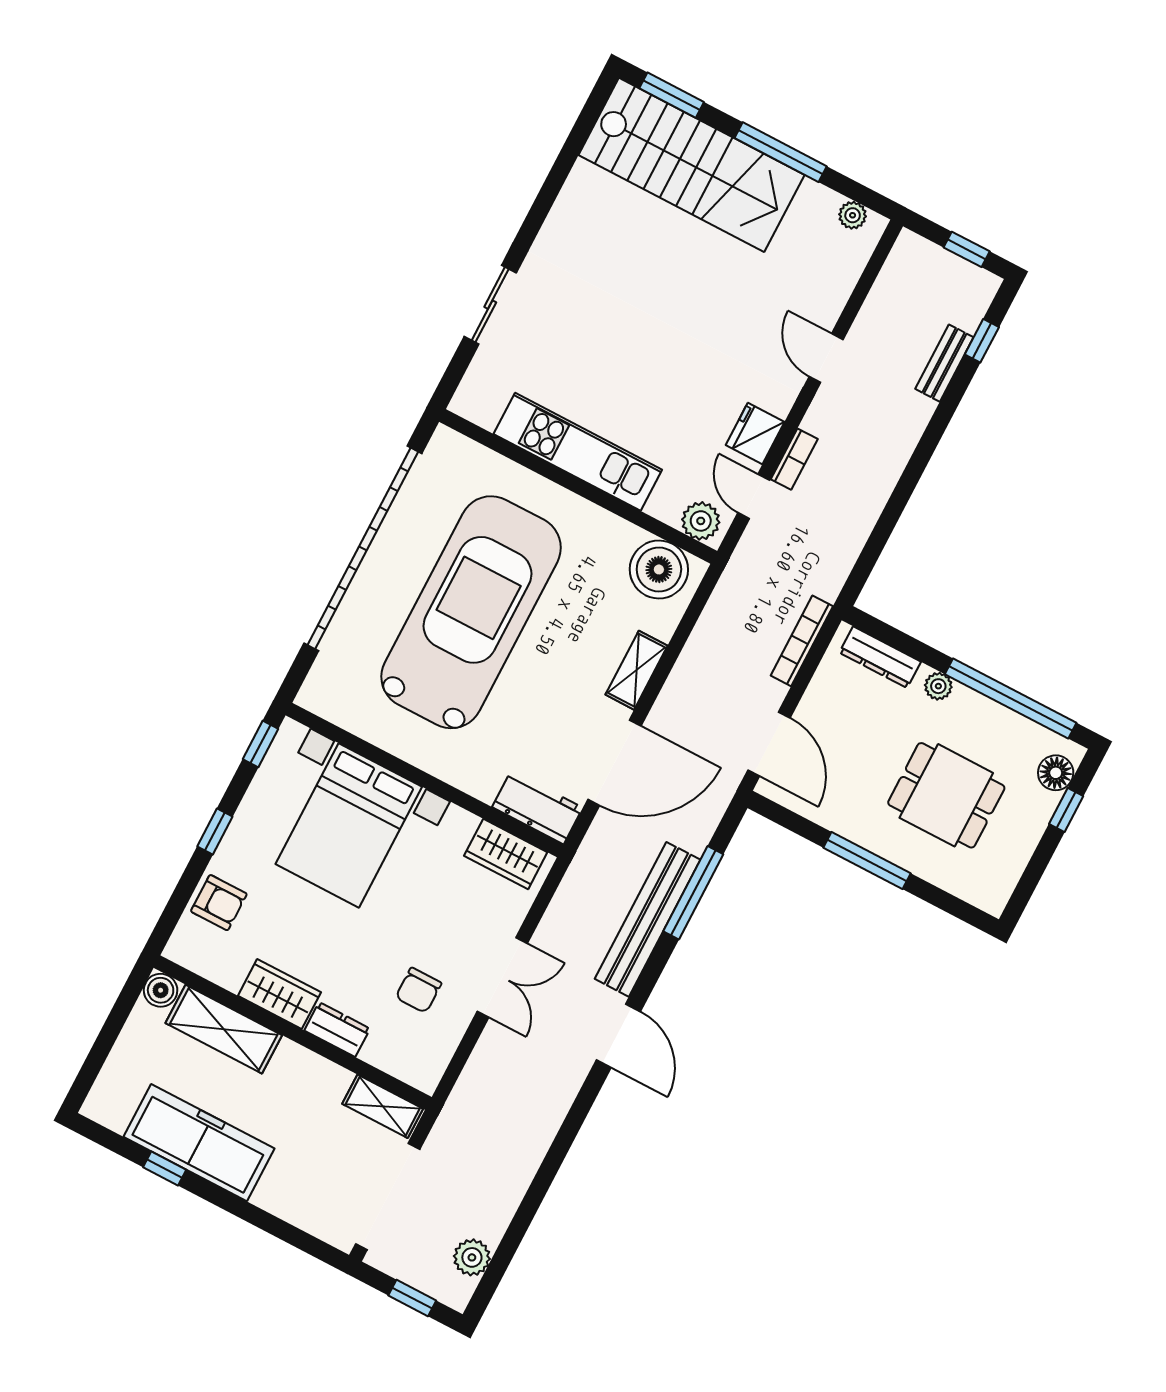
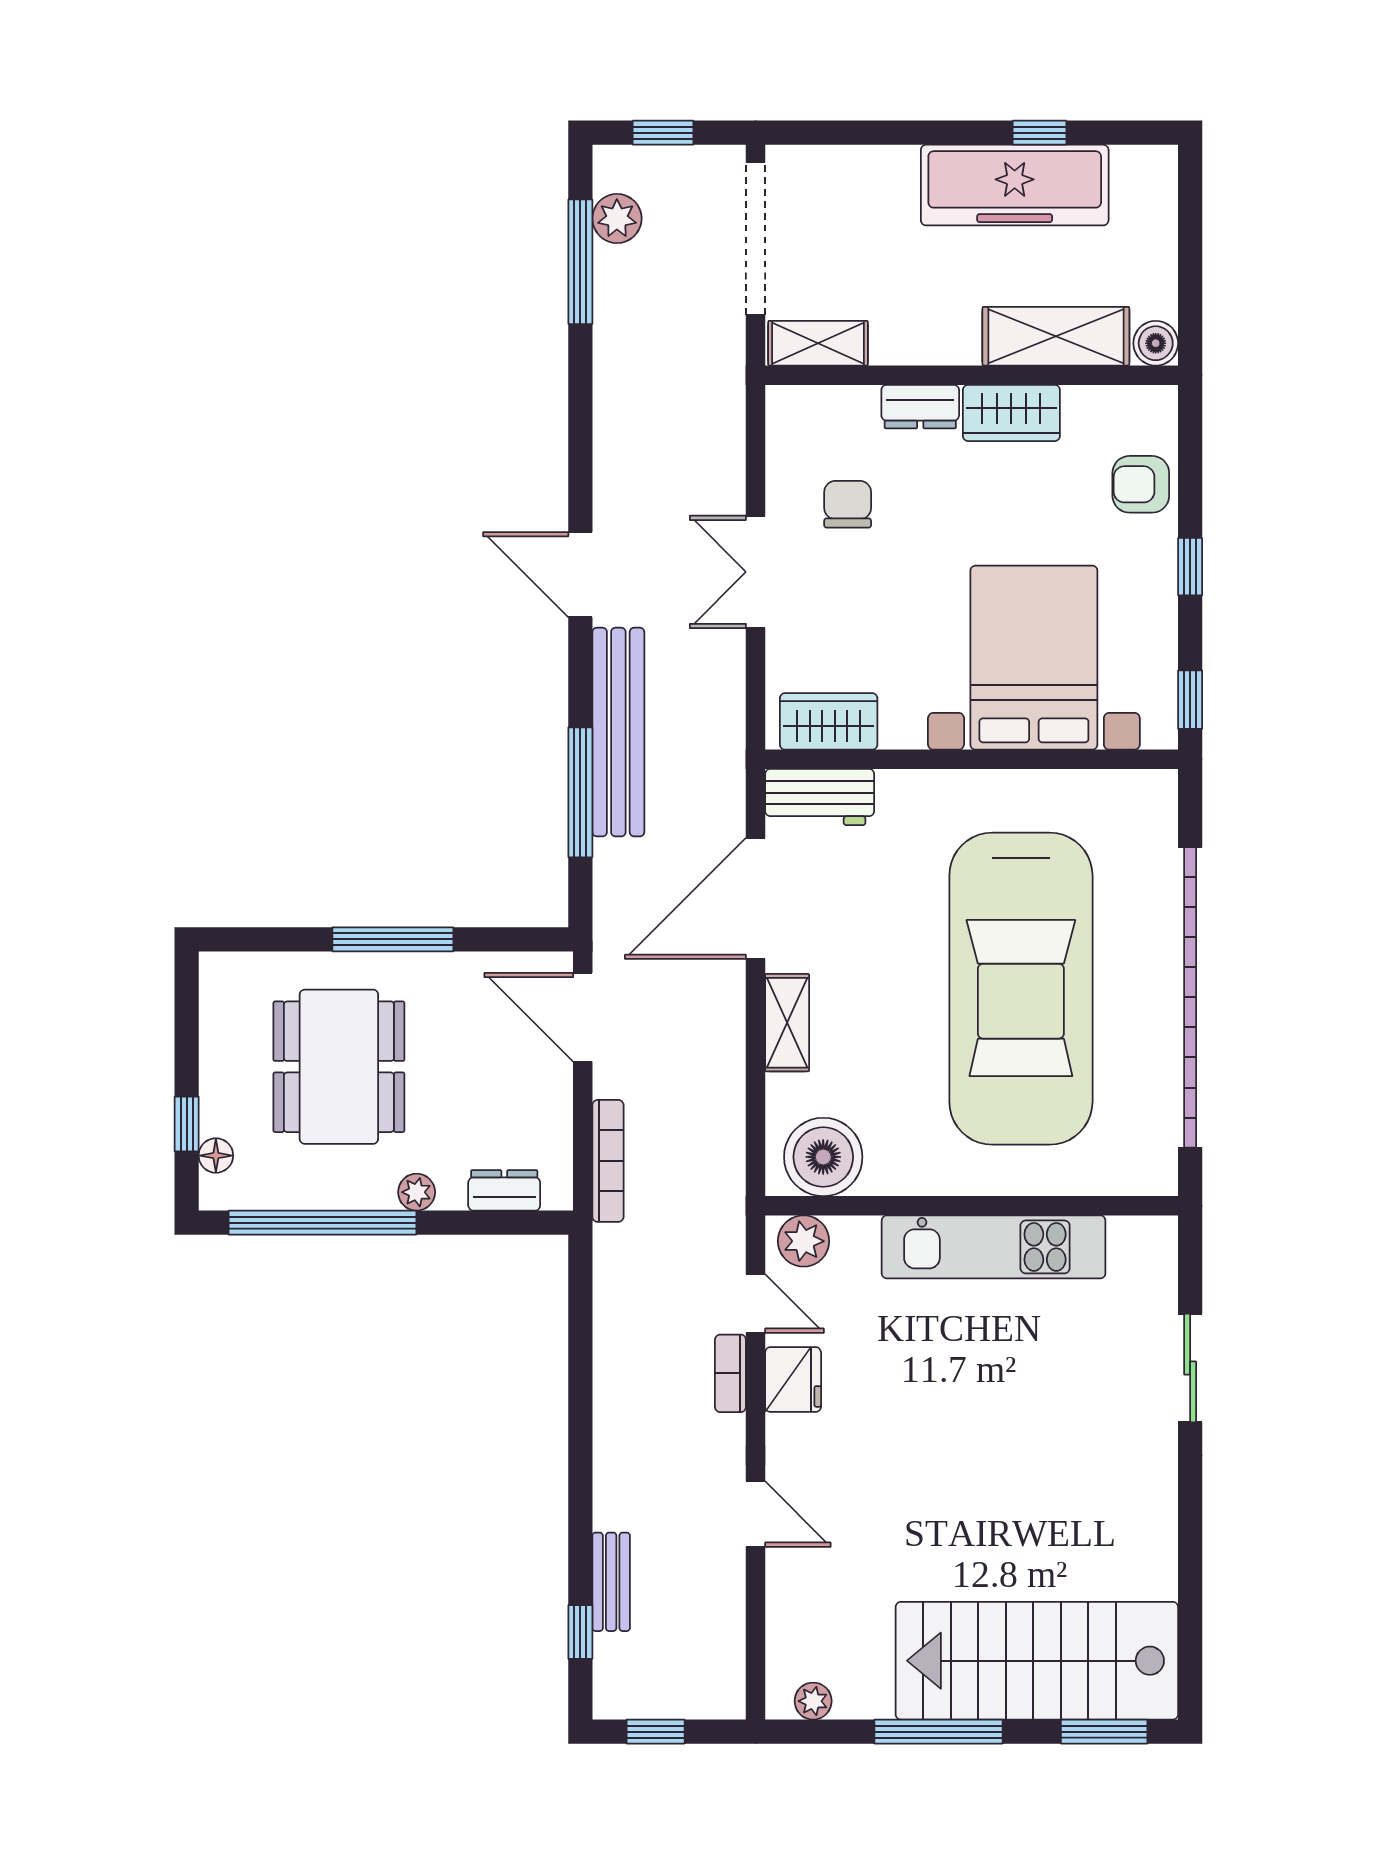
dresser: (880, 657) -> (504, 1190), width x0.70
floor lamp: (1056, 773) -> (216, 1156), width x0.73, depth x0.73
dining table: (946, 795) -> (339, 1067), width x1.38
window: (511, 1242) -> (580, 262), added

